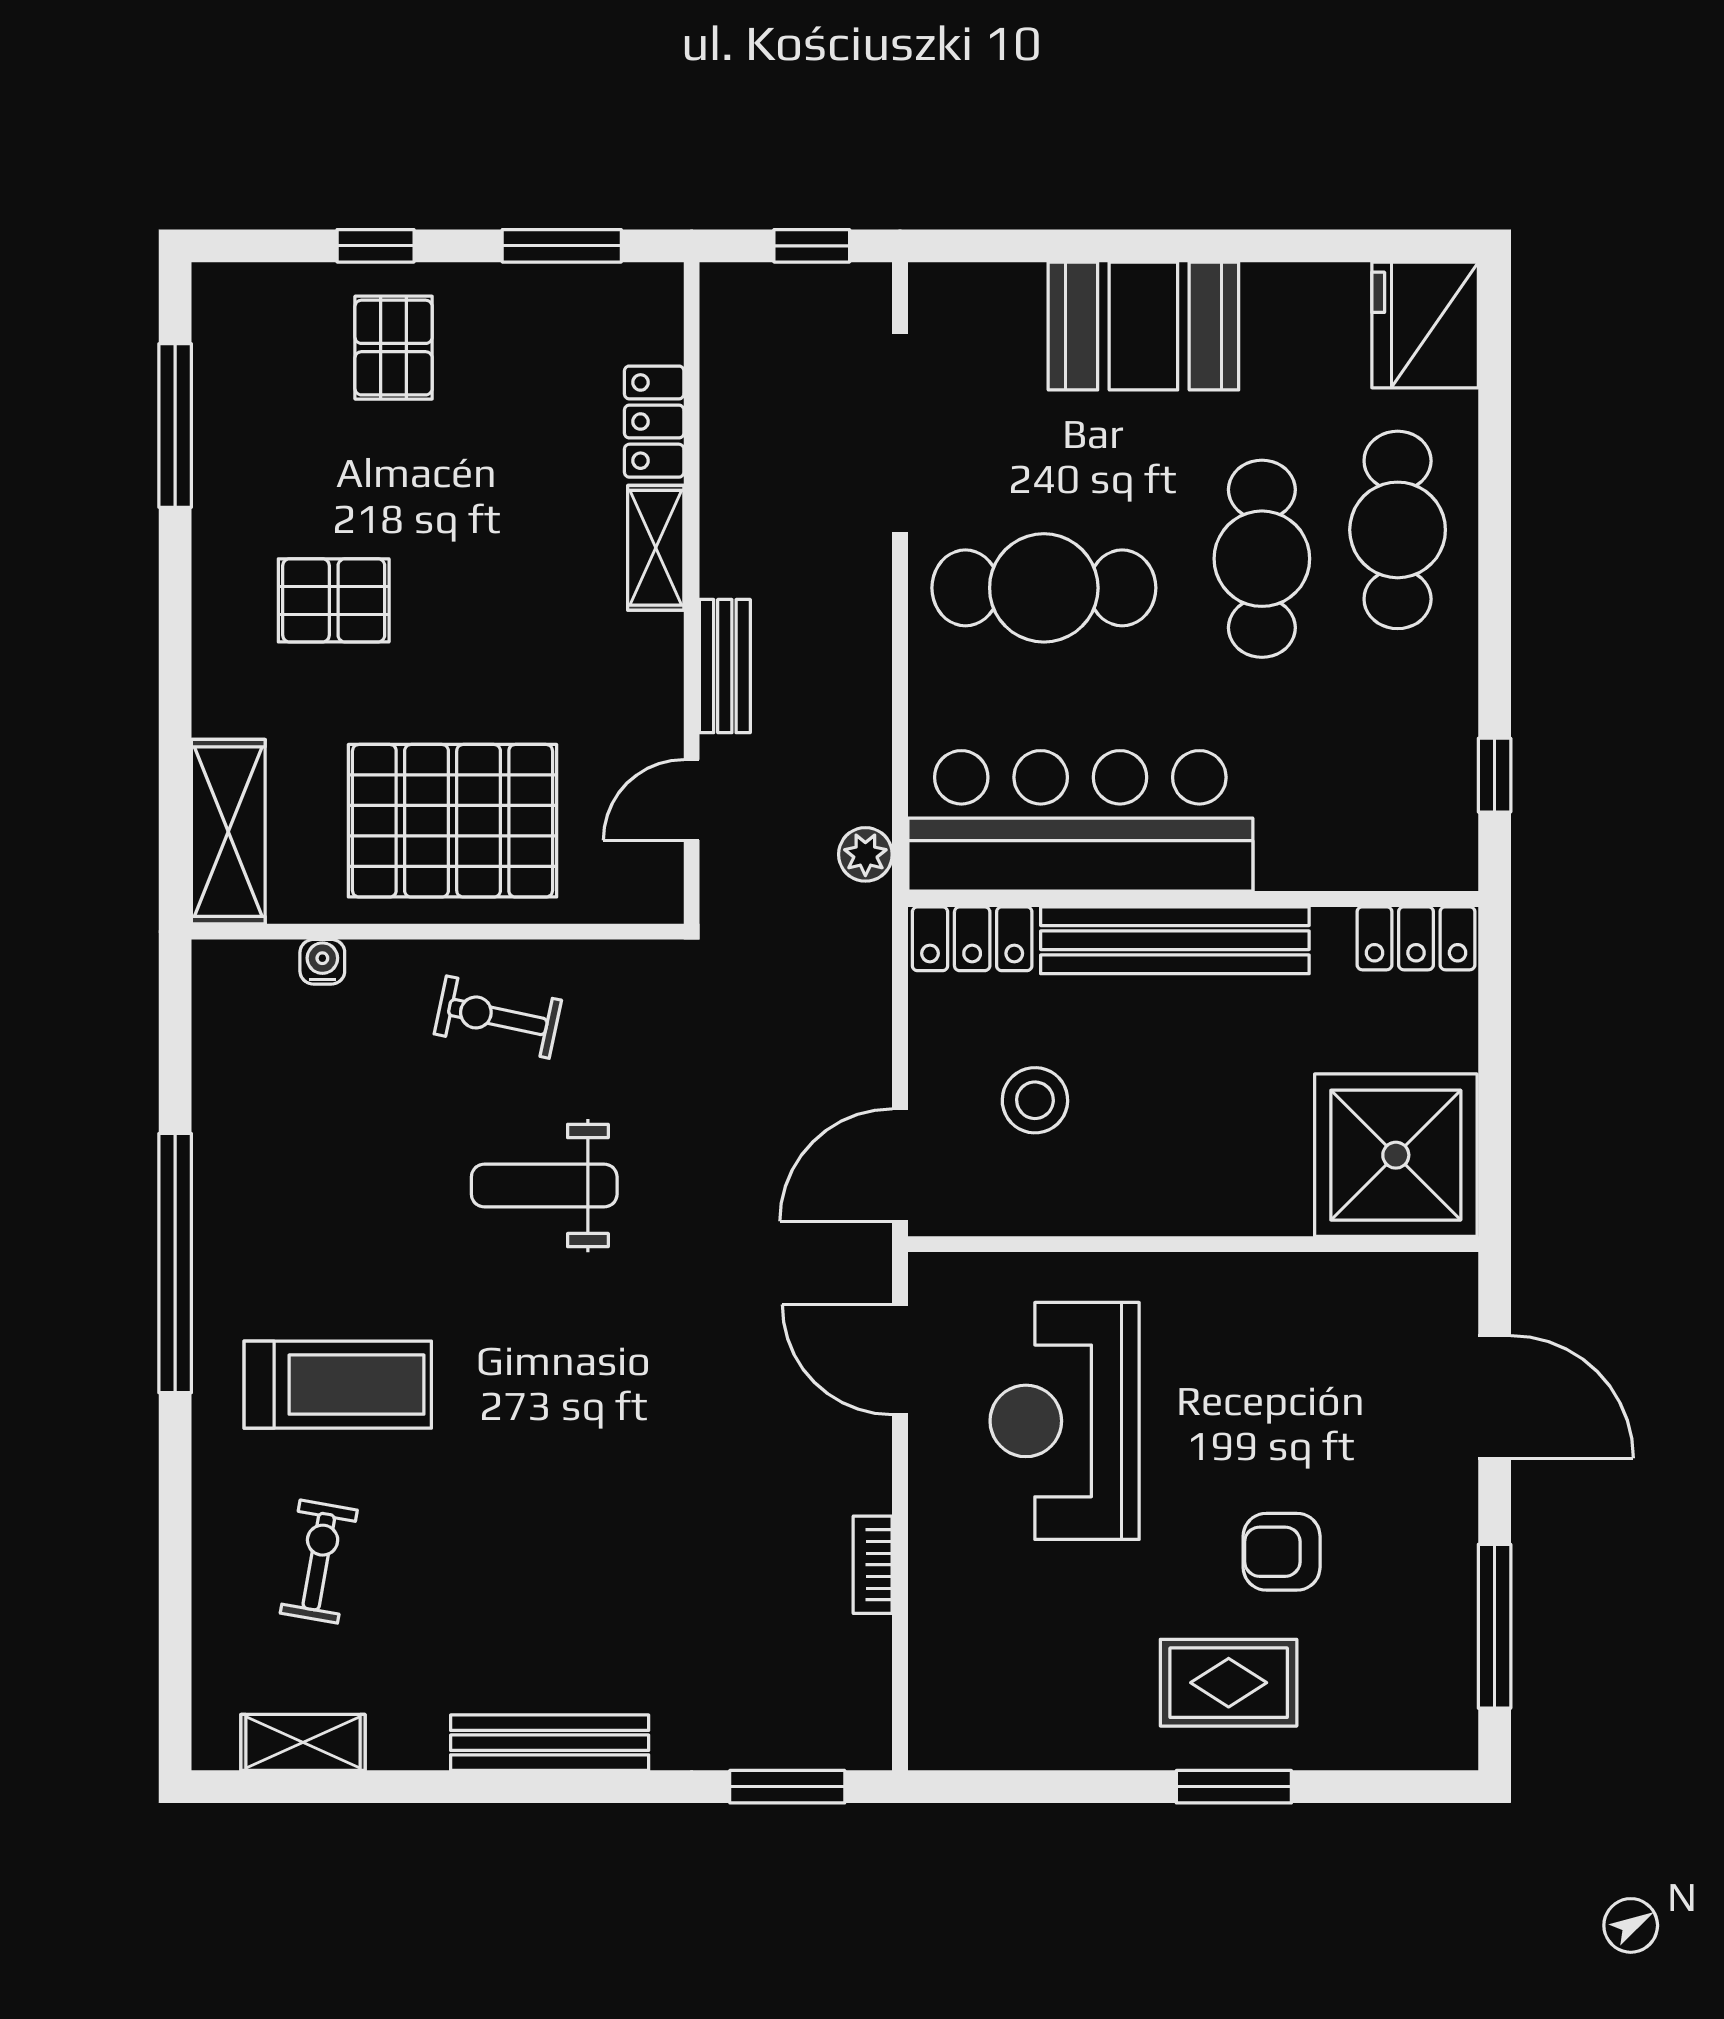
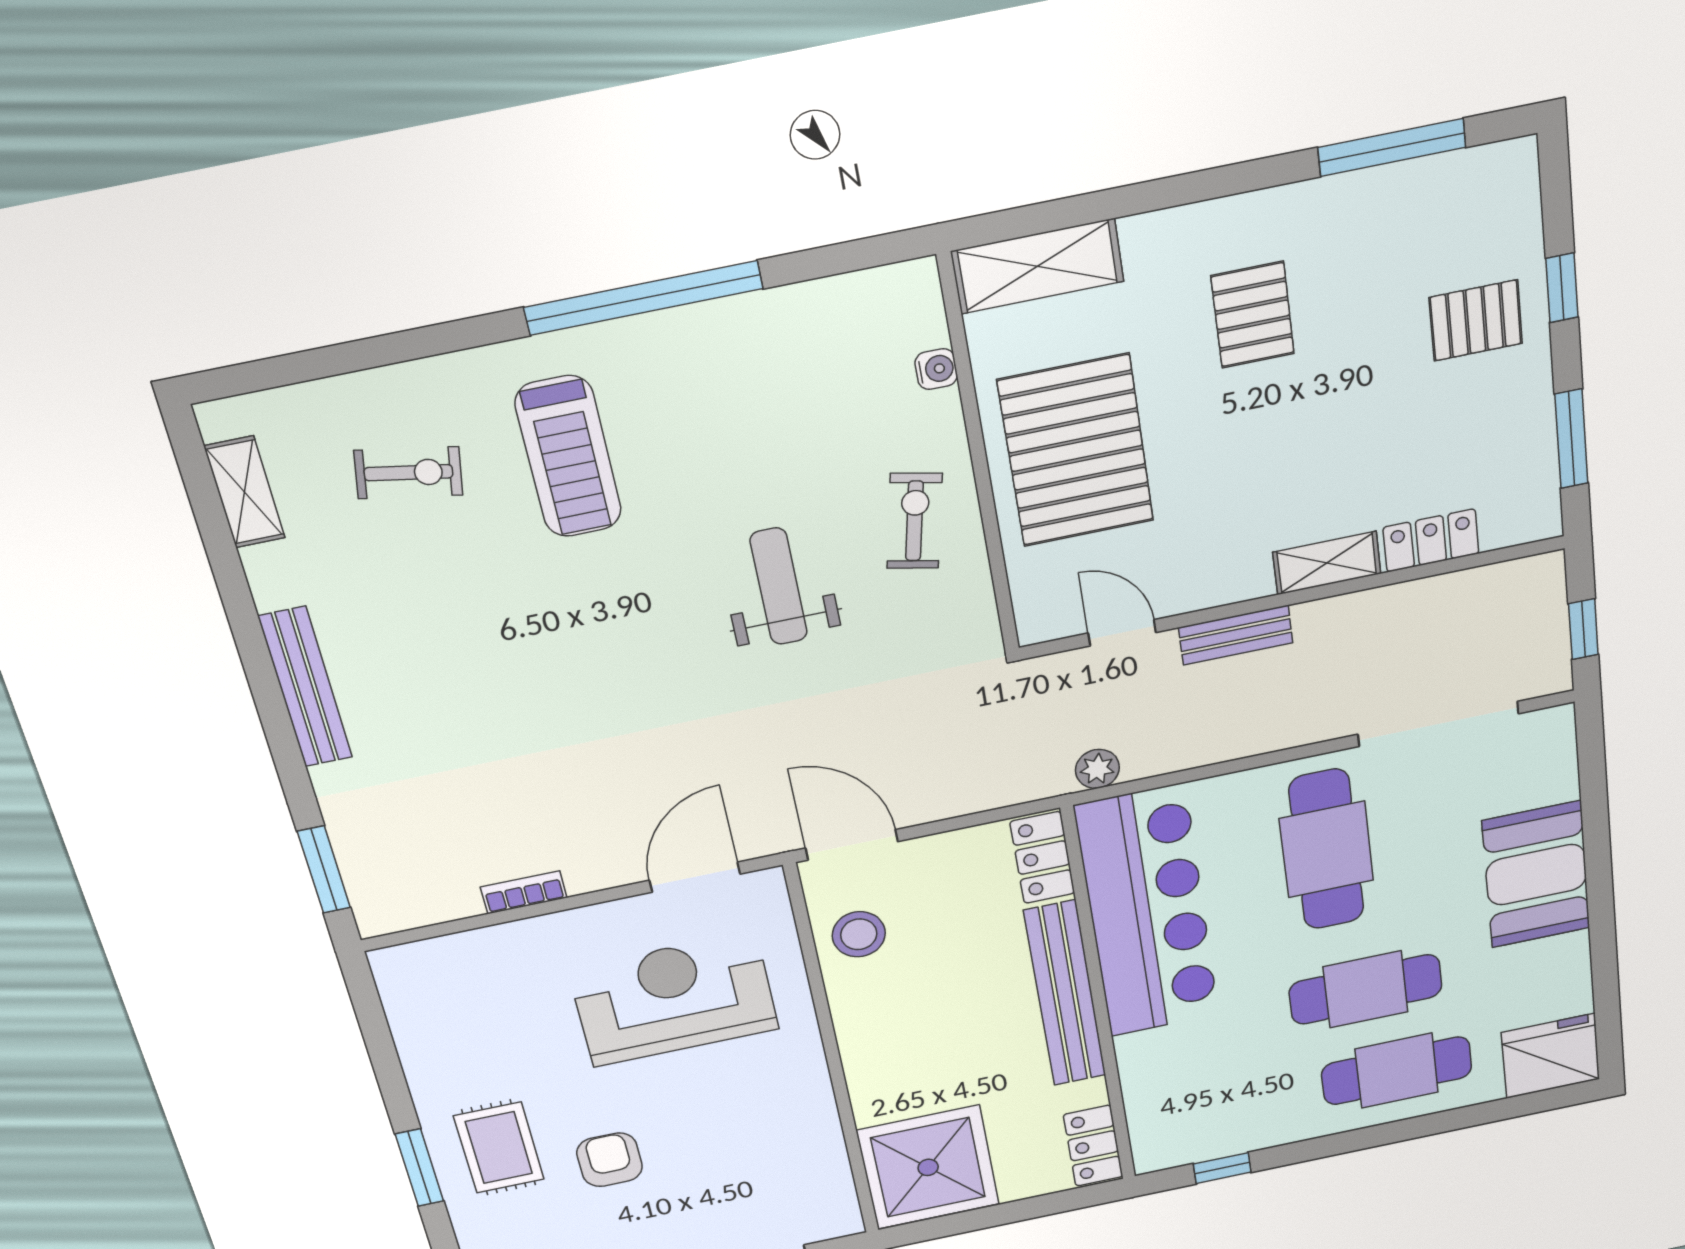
stool: (1035, 1100) -> (859, 934), moved

